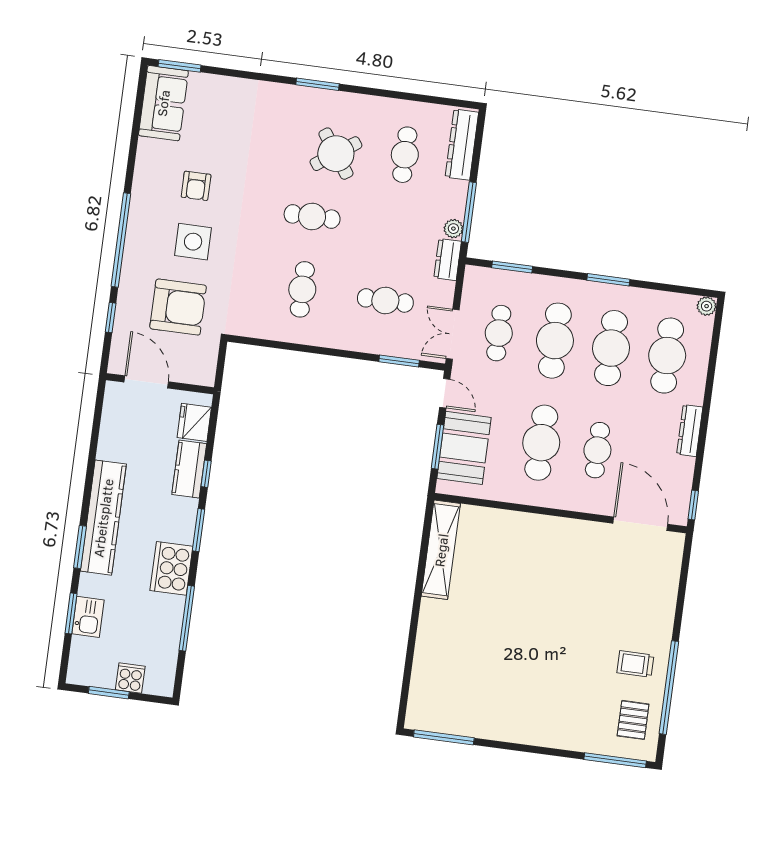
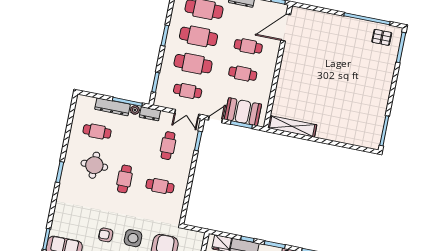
dresser: (462, 145) -> (112, 107), moved
round table: (336, 154) -> (94, 165), turned 35
armchair: (196, 186) -> (106, 235), turned 180
cafe table: (541, 443) -> (243, 74), width x0.73, depth x0.74
trolley: (635, 664) -> (354, 34), removed

